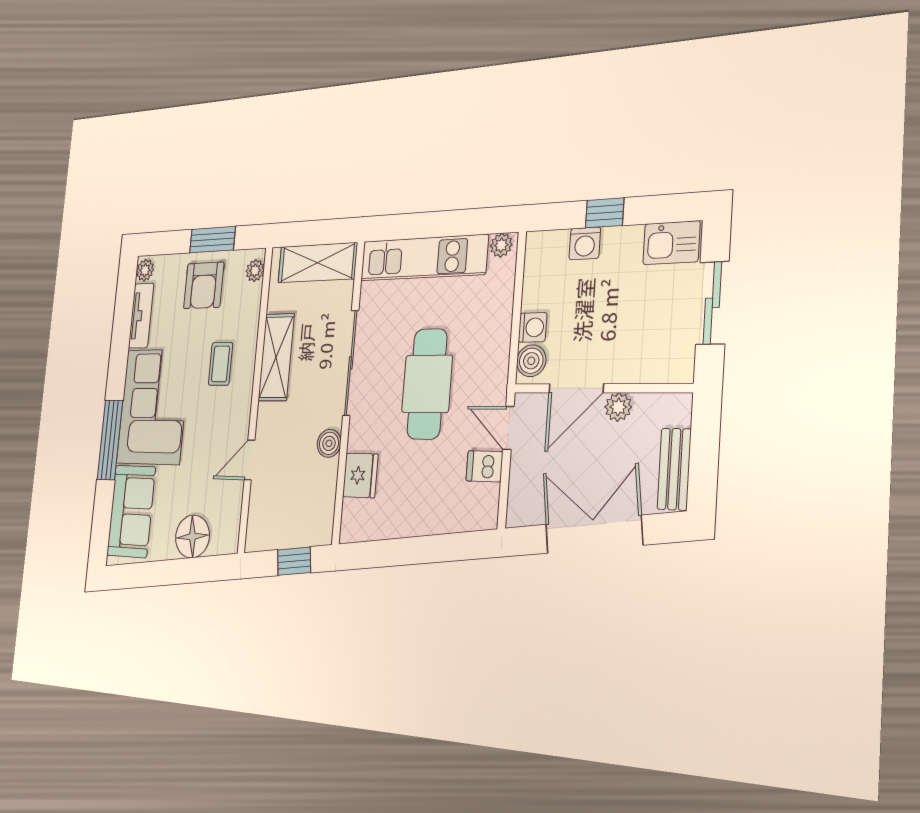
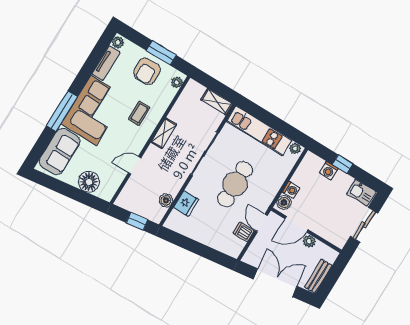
shelving: (317, 263) -> (217, 102), width x0.67, depth x0.75
shelving: (276, 357) -> (164, 133), width x0.67, depth x0.75
boiler: (329, 443) -> (166, 200), moved

